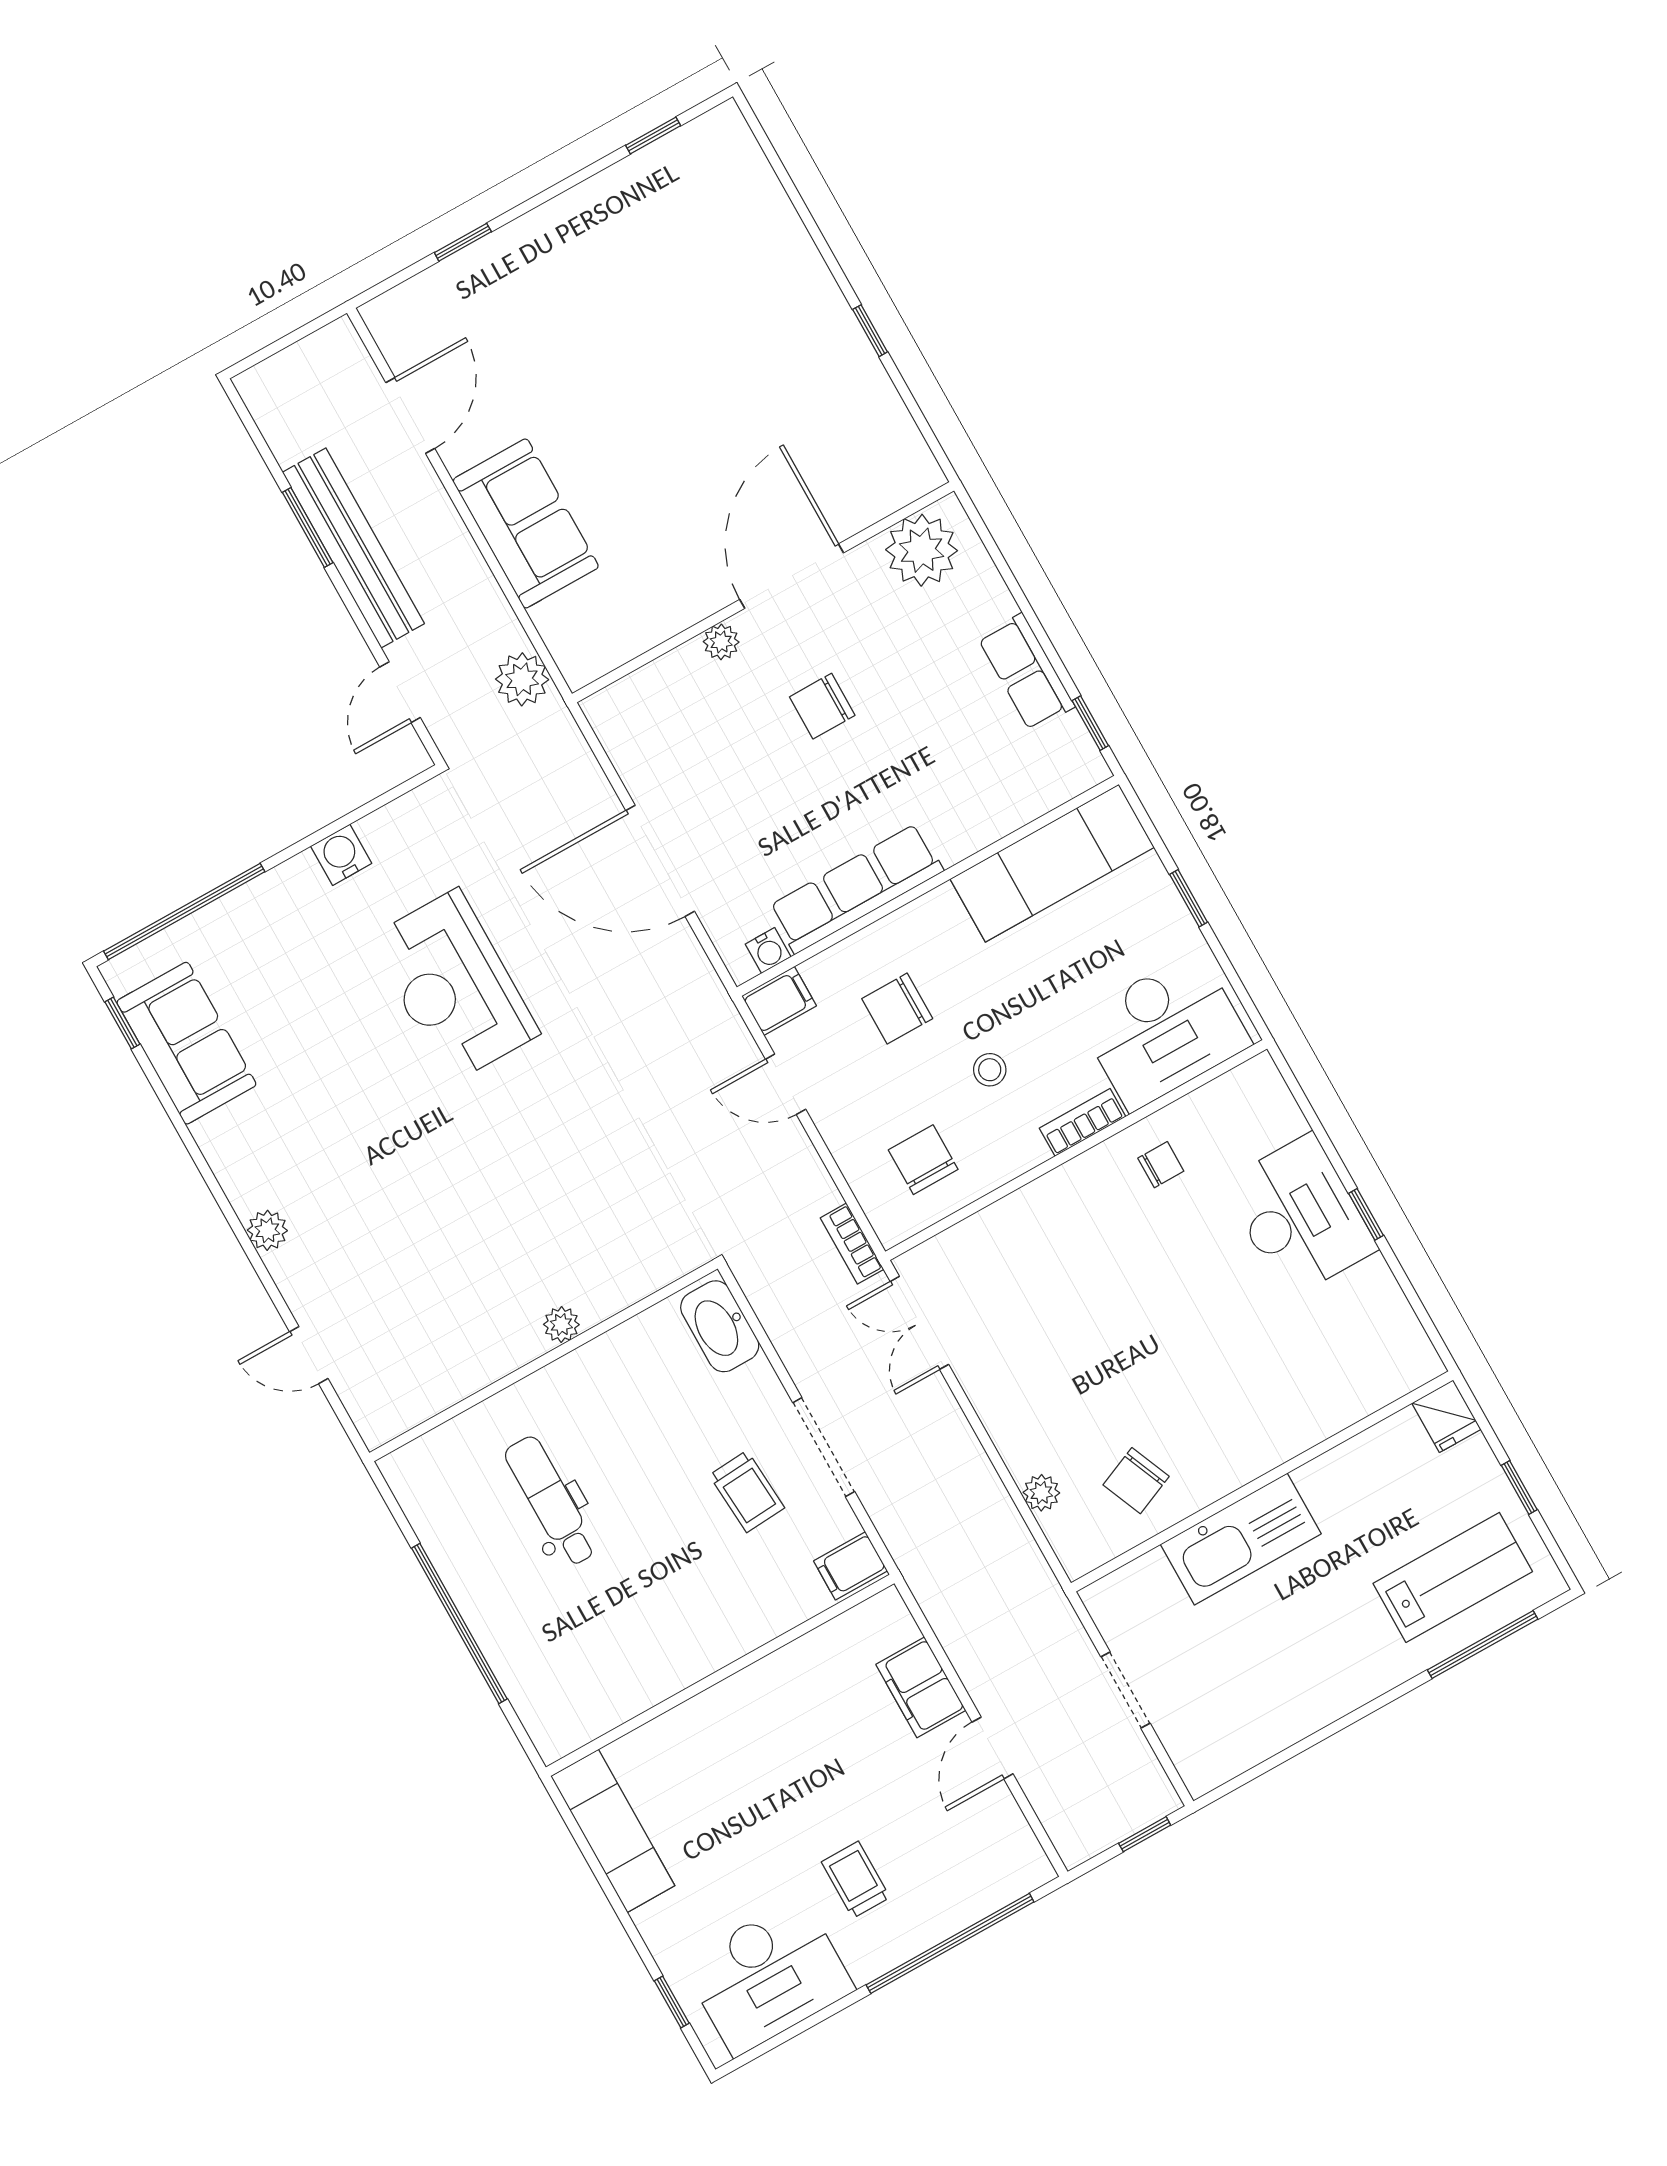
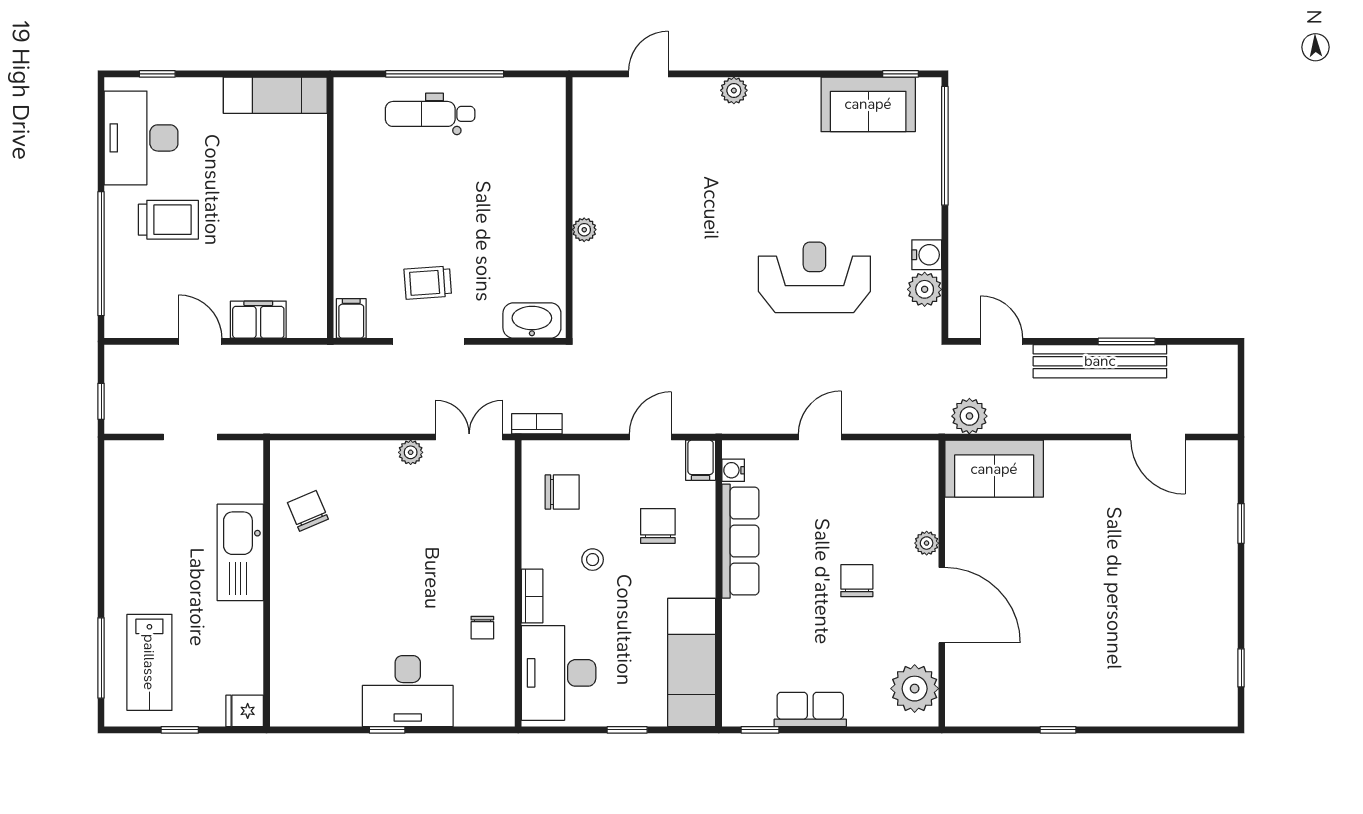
sofa: (526, 523) -> (994, 469), moved
plant: (388, 832) -> (925, 289), added
door: (660, 861) -> (820, 437), width x0.53
plant: (1041, 1493) -> (411, 452), moved
dental chair: (551, 1501) -> (430, 114), moved, turned 180
trolley: (856, 1880) -> (168, 220), width x1.36, depth x1.39

